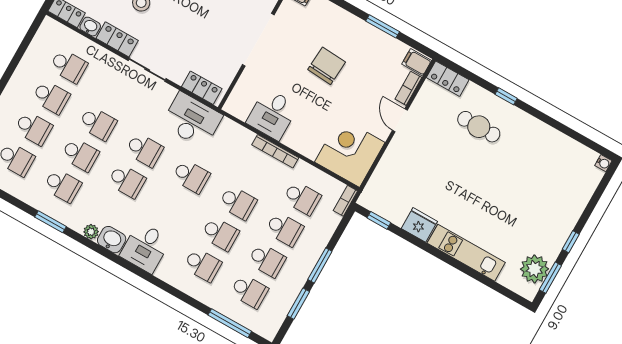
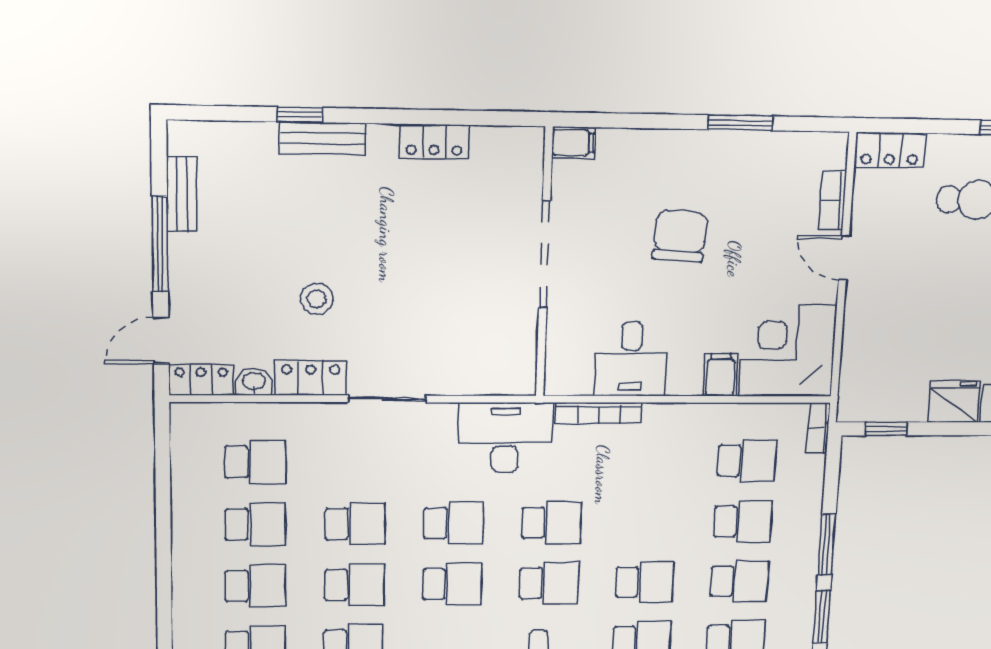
filing cabinet: (417, 62) -> (720, 375), moved, turned 90
locker: (202, 88) -> (493, 379), removed
bookcase: (275, 151) -> (599, 413), moved
school desk: (238, 203) -> (549, 583), moved

